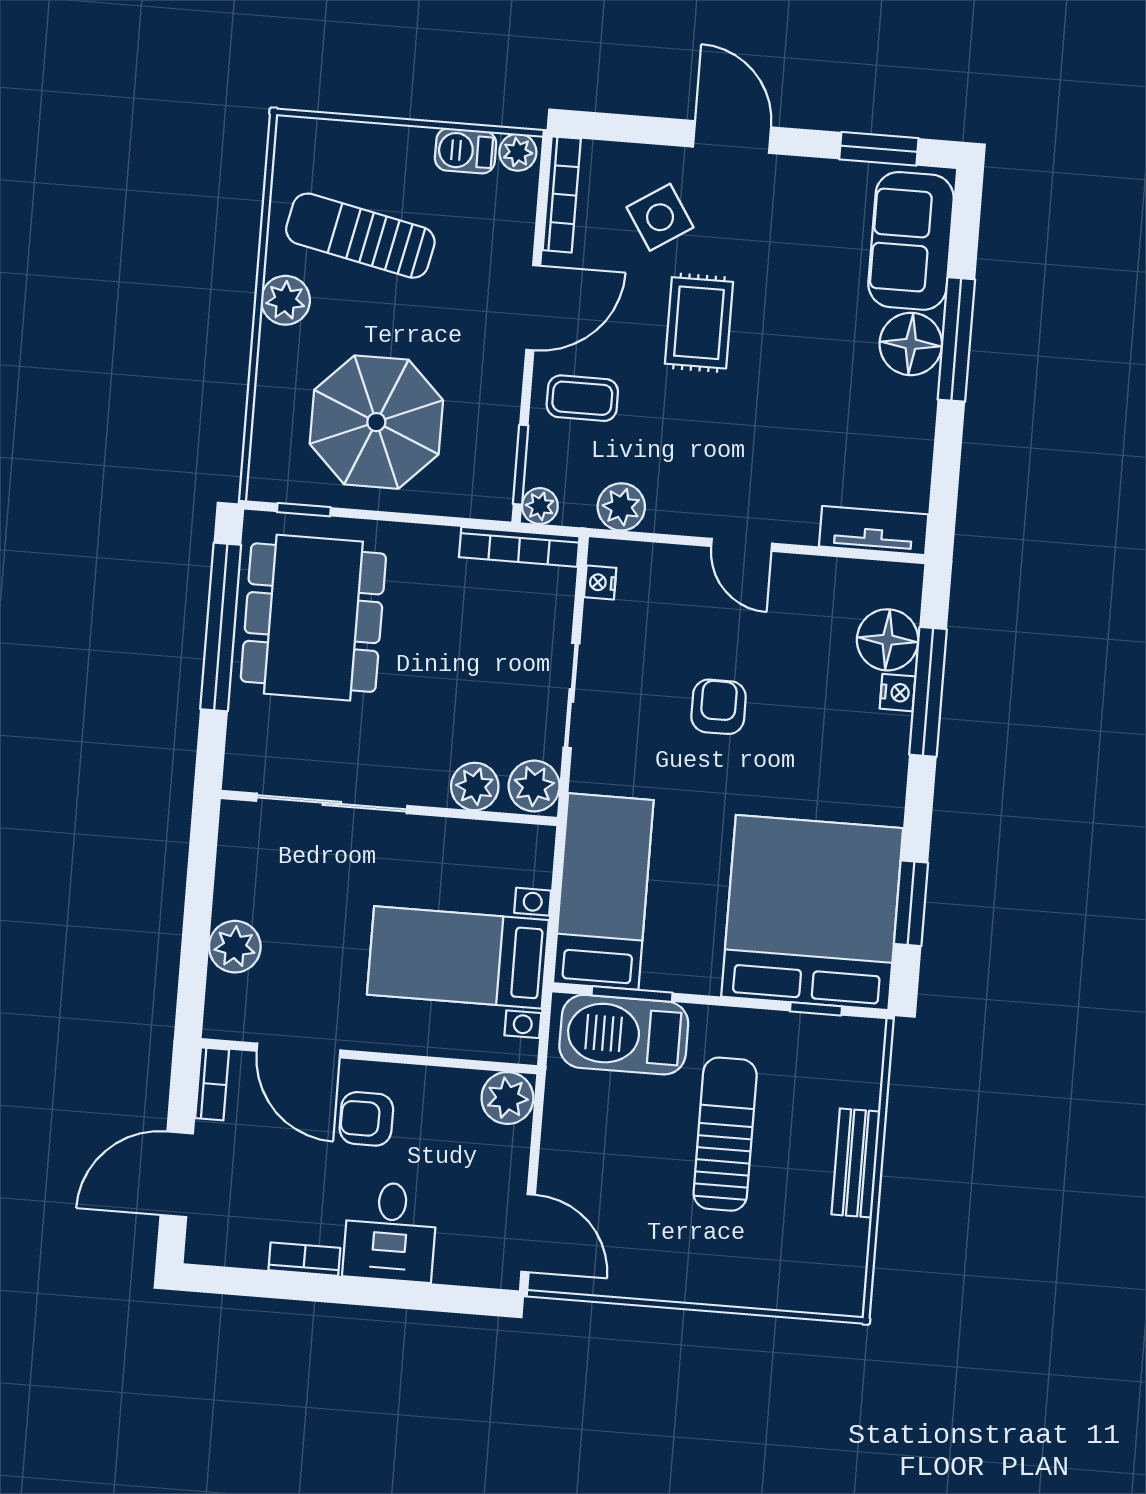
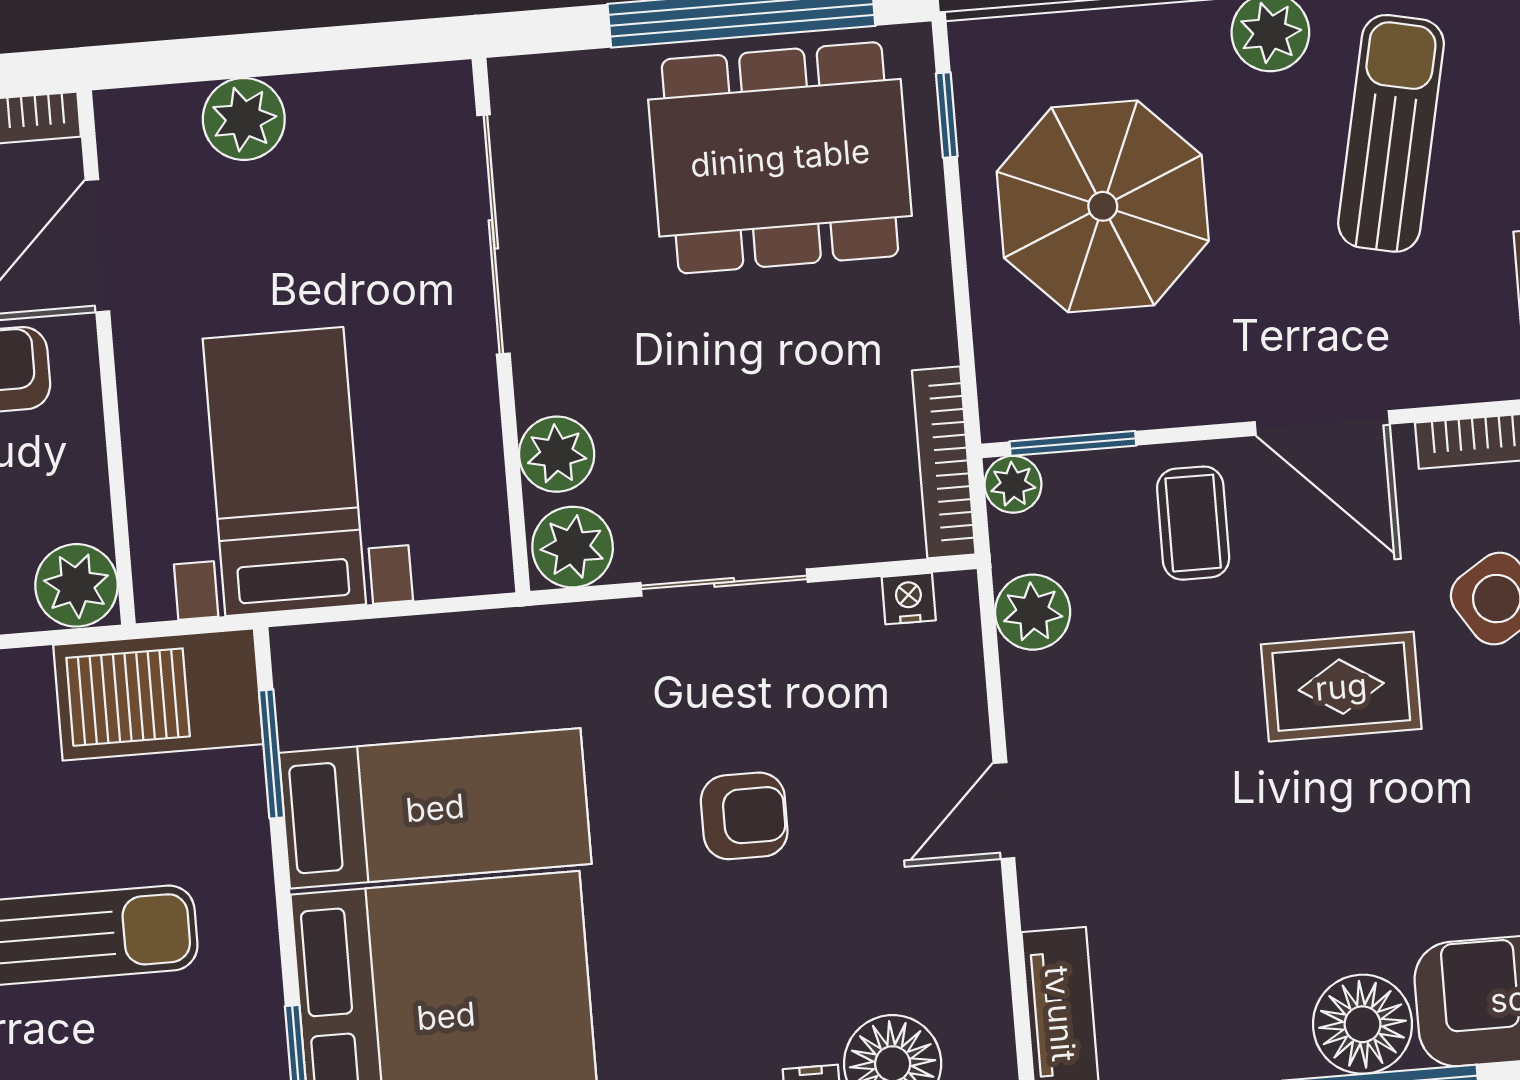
bed: (603, 892) -> (435, 808), moved
barbecue: (624, 1035) -> (158, 695), moved, turned -90

